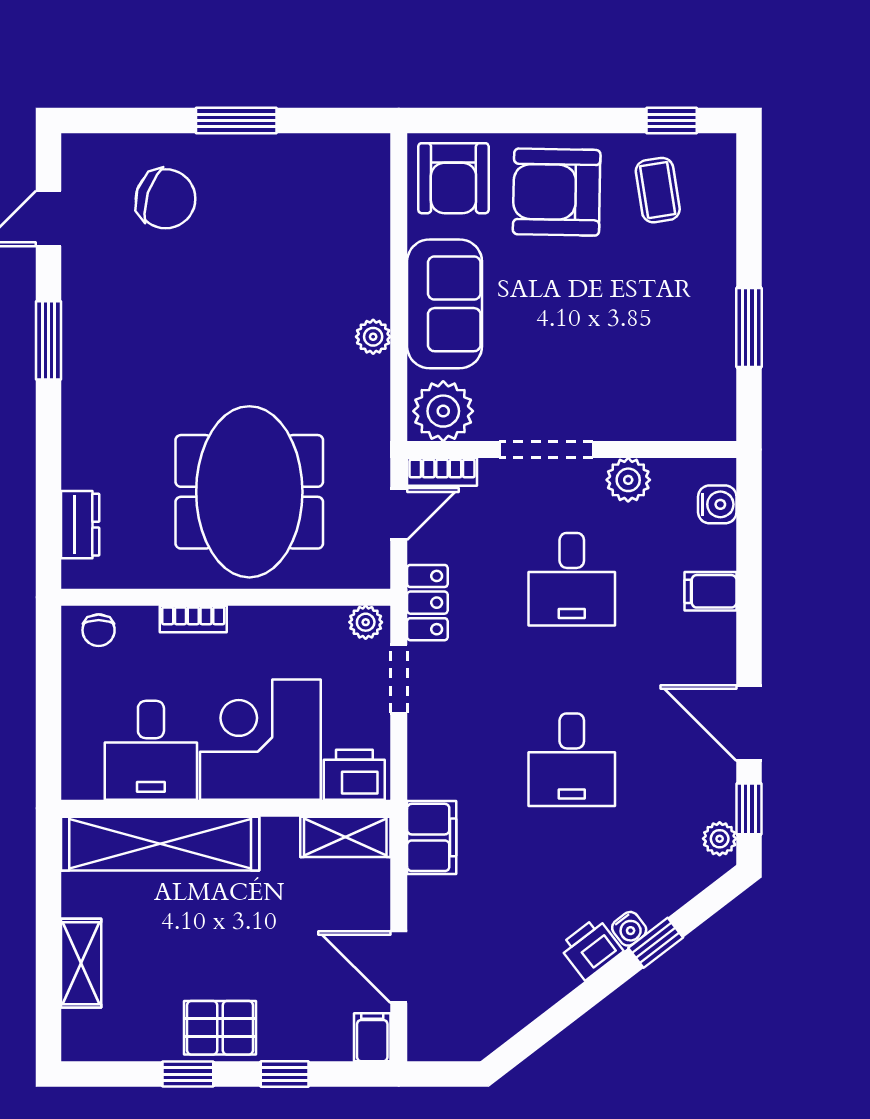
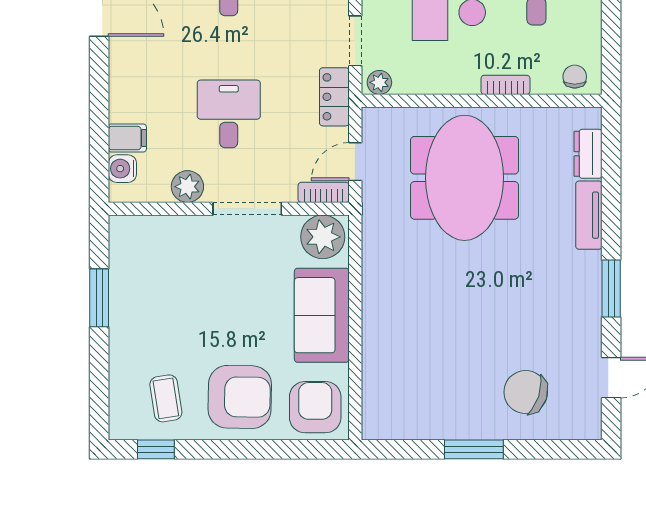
plant: (373, 337) -> (374, 291), removed
tv unit: (79, 441) -> (589, 215), added
filing cabinet: (710, 591) -> (127, 138), moved

